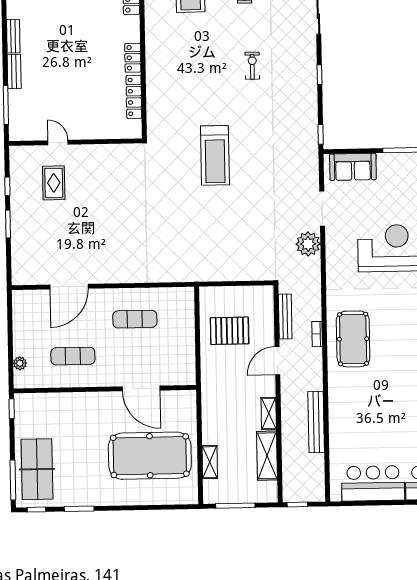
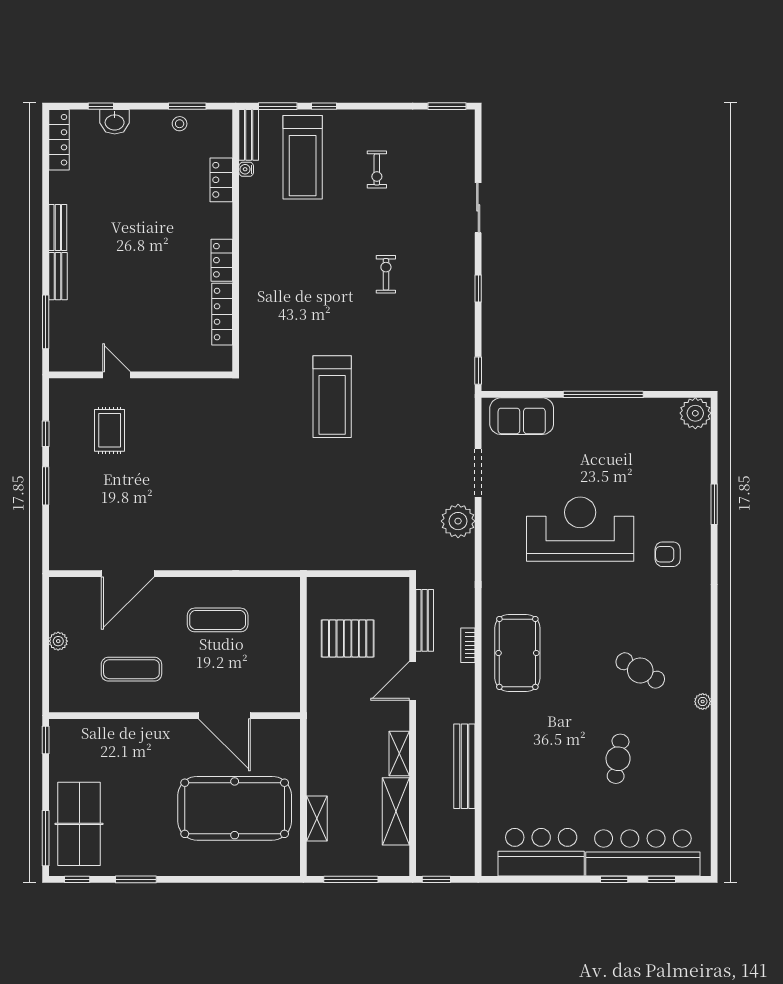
plant: (20, 363) -> (58, 641), moved

